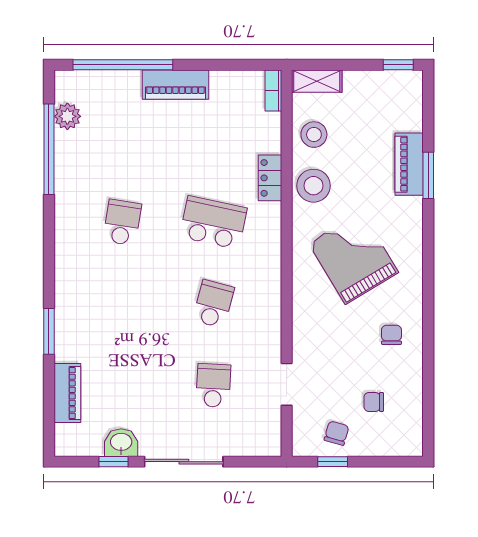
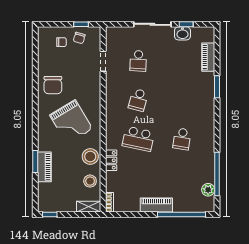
chair: (391, 335) -> (53, 85), width x1.87, depth x1.87
chair: (374, 402) -> (61, 42), moved

